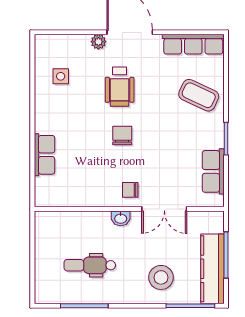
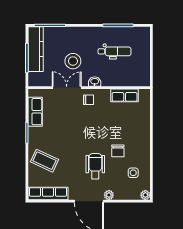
plant: (42, 42) -> (145, 195), added
chair: (122, 135) -> (118, 151), moved
row of seats: (44, 155) -> (125, 95), moved, turned -90
stool: (161, 277) -> (73, 61), moved

